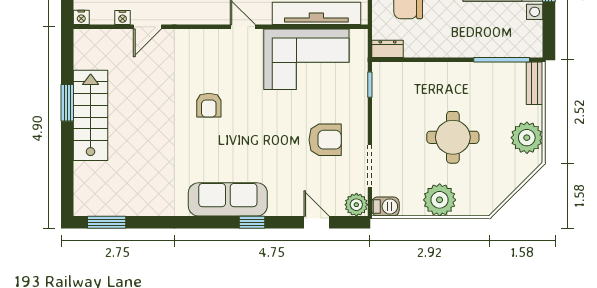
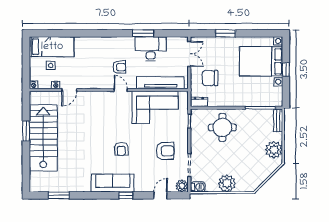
armchair: (209, 105) -> (121, 149), moved
stairs: (91, 115) -> (43, 138), width x1.36, depth x1.51
round table: (453, 137) -> (222, 127), moved
window: (107, 222) -> (59, 195), moved
door: (316, 222) -> (160, 195), hinge flipped

